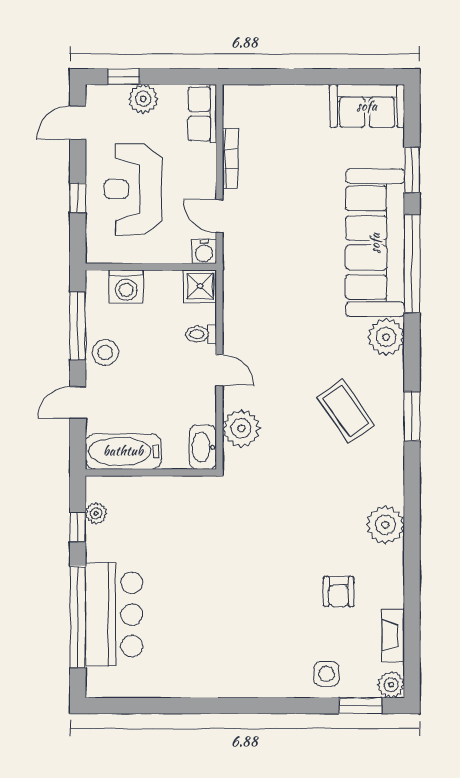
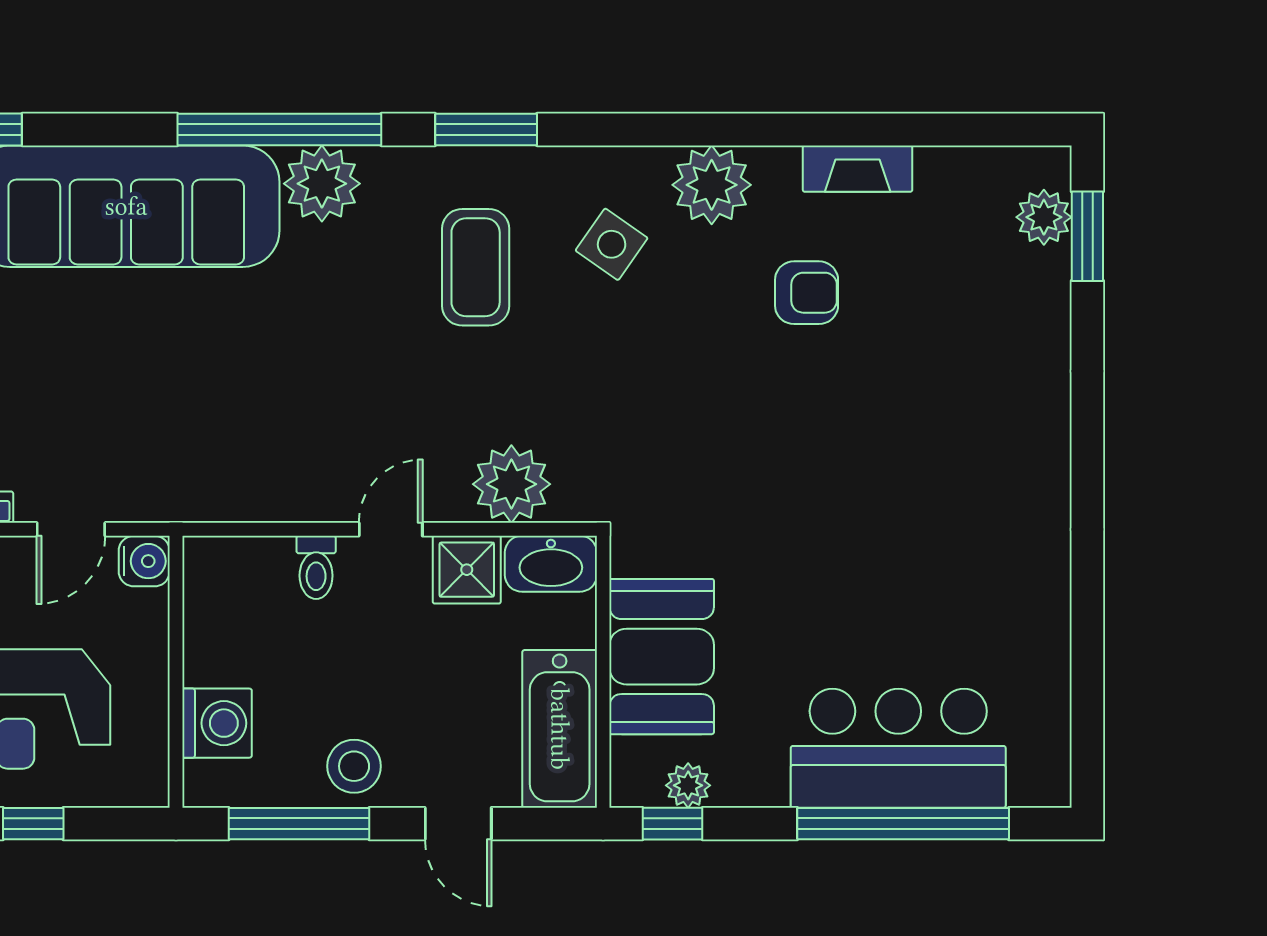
window: (412, 263) -> (279, 130), moved
shower: (200, 286) -> (467, 570), moved
coffee table: (346, 411) -> (476, 267), turned -55
booth: (158, 501) -> (662, 657), added
window: (78, 527) -> (672, 824), moved
armchair: (339, 592) -> (807, 293), moved
fireplace: (393, 635) -> (858, 169), moved
side table: (326, 674) -> (612, 244), moved, turned 35
plant: (391, 685) -> (1044, 217), moved

